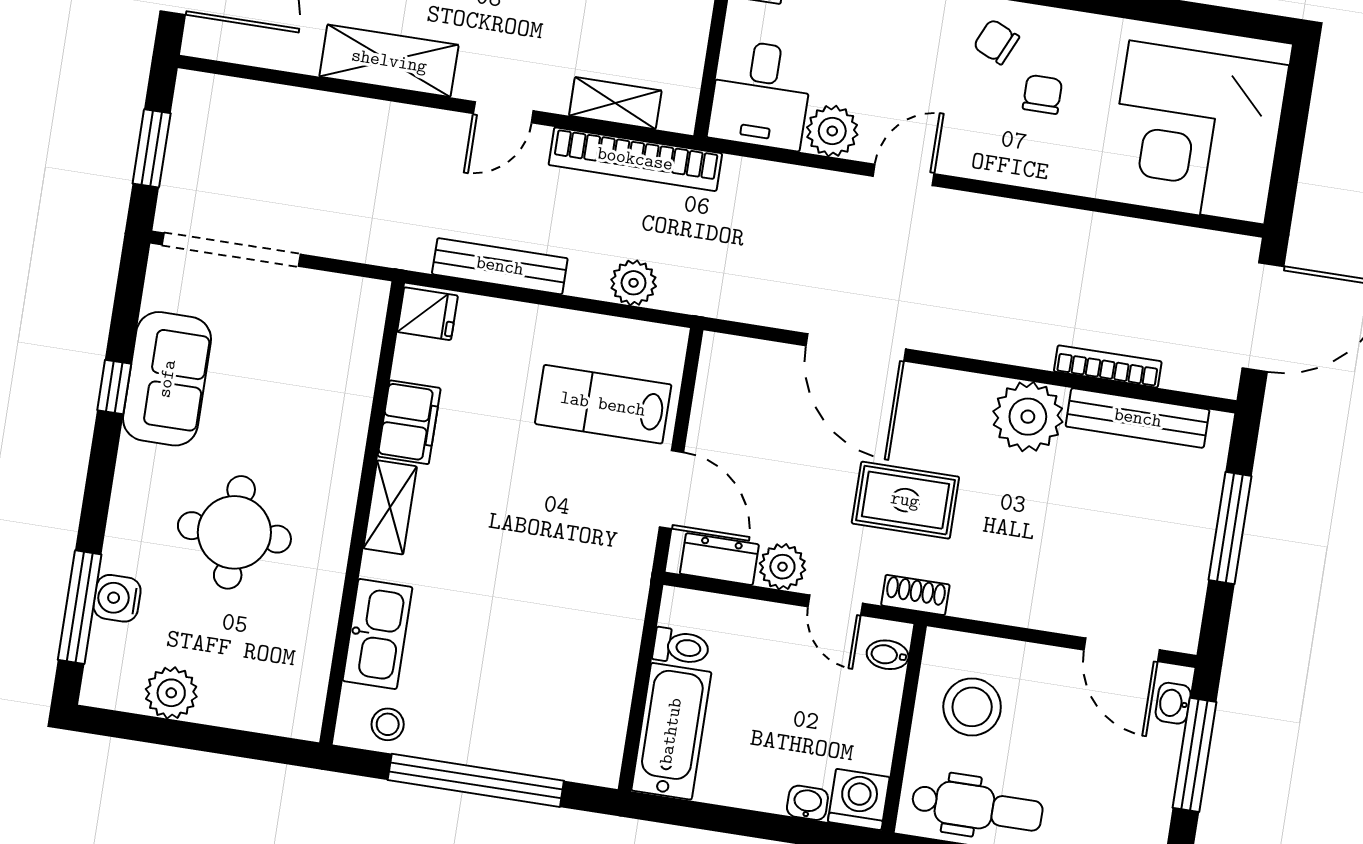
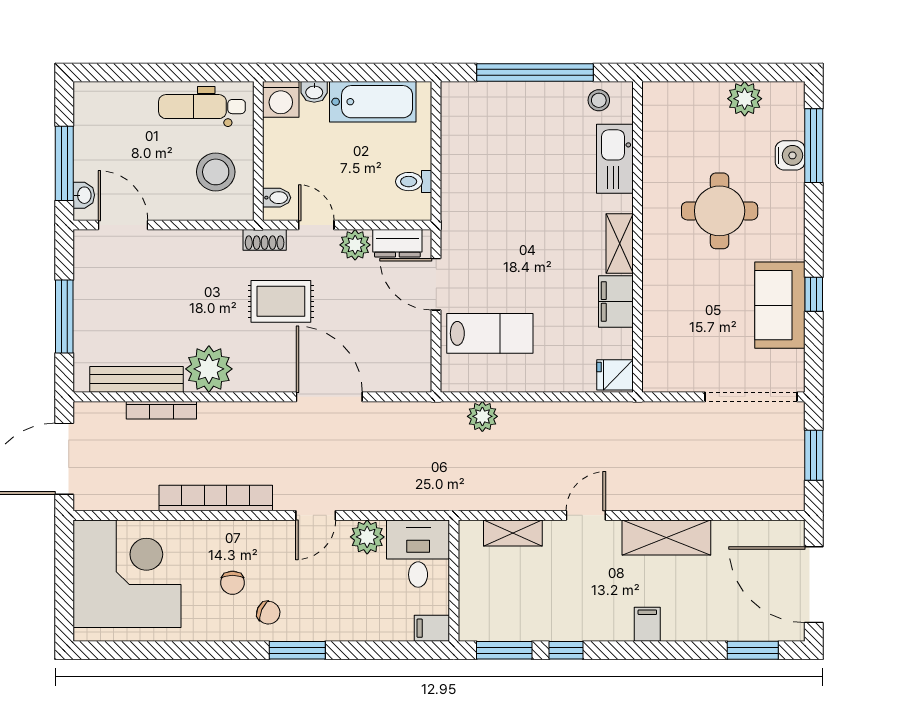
bookcase: (635, 159) -> (216, 498), moved
bench: (500, 266) -> (572, 414), removed
bathtub: (671, 731) -> (373, 102), moved, turned -90

